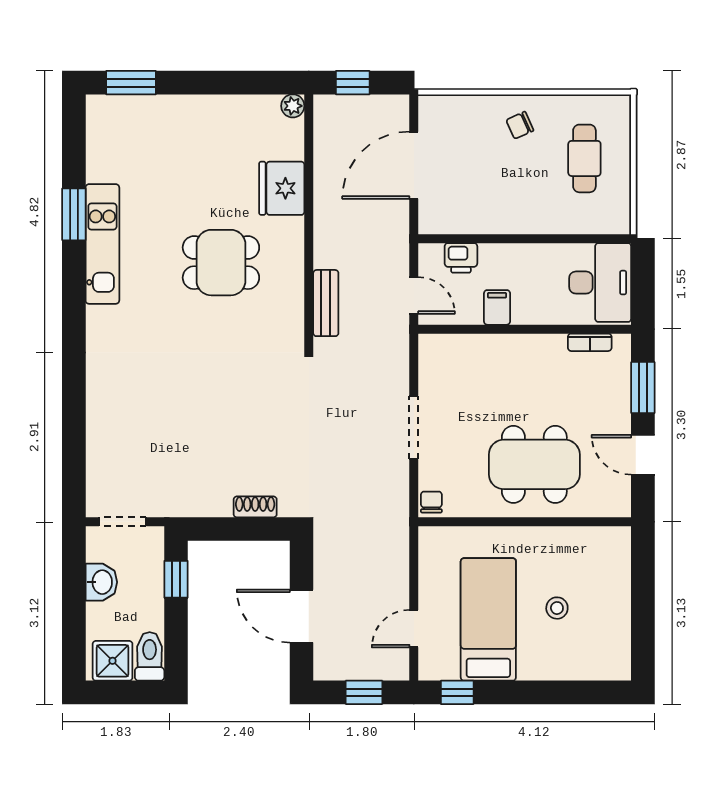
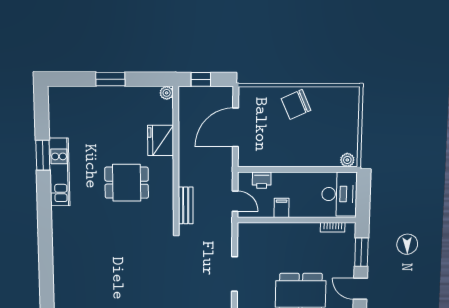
window: (131, 83) -> (110, 79), moved
chair: (520, 125) -> (296, 104), width x1.87, depth x1.87
cafe table: (584, 158) -> (332, 124), removed
plant: (613, 222) -> (347, 160), added

